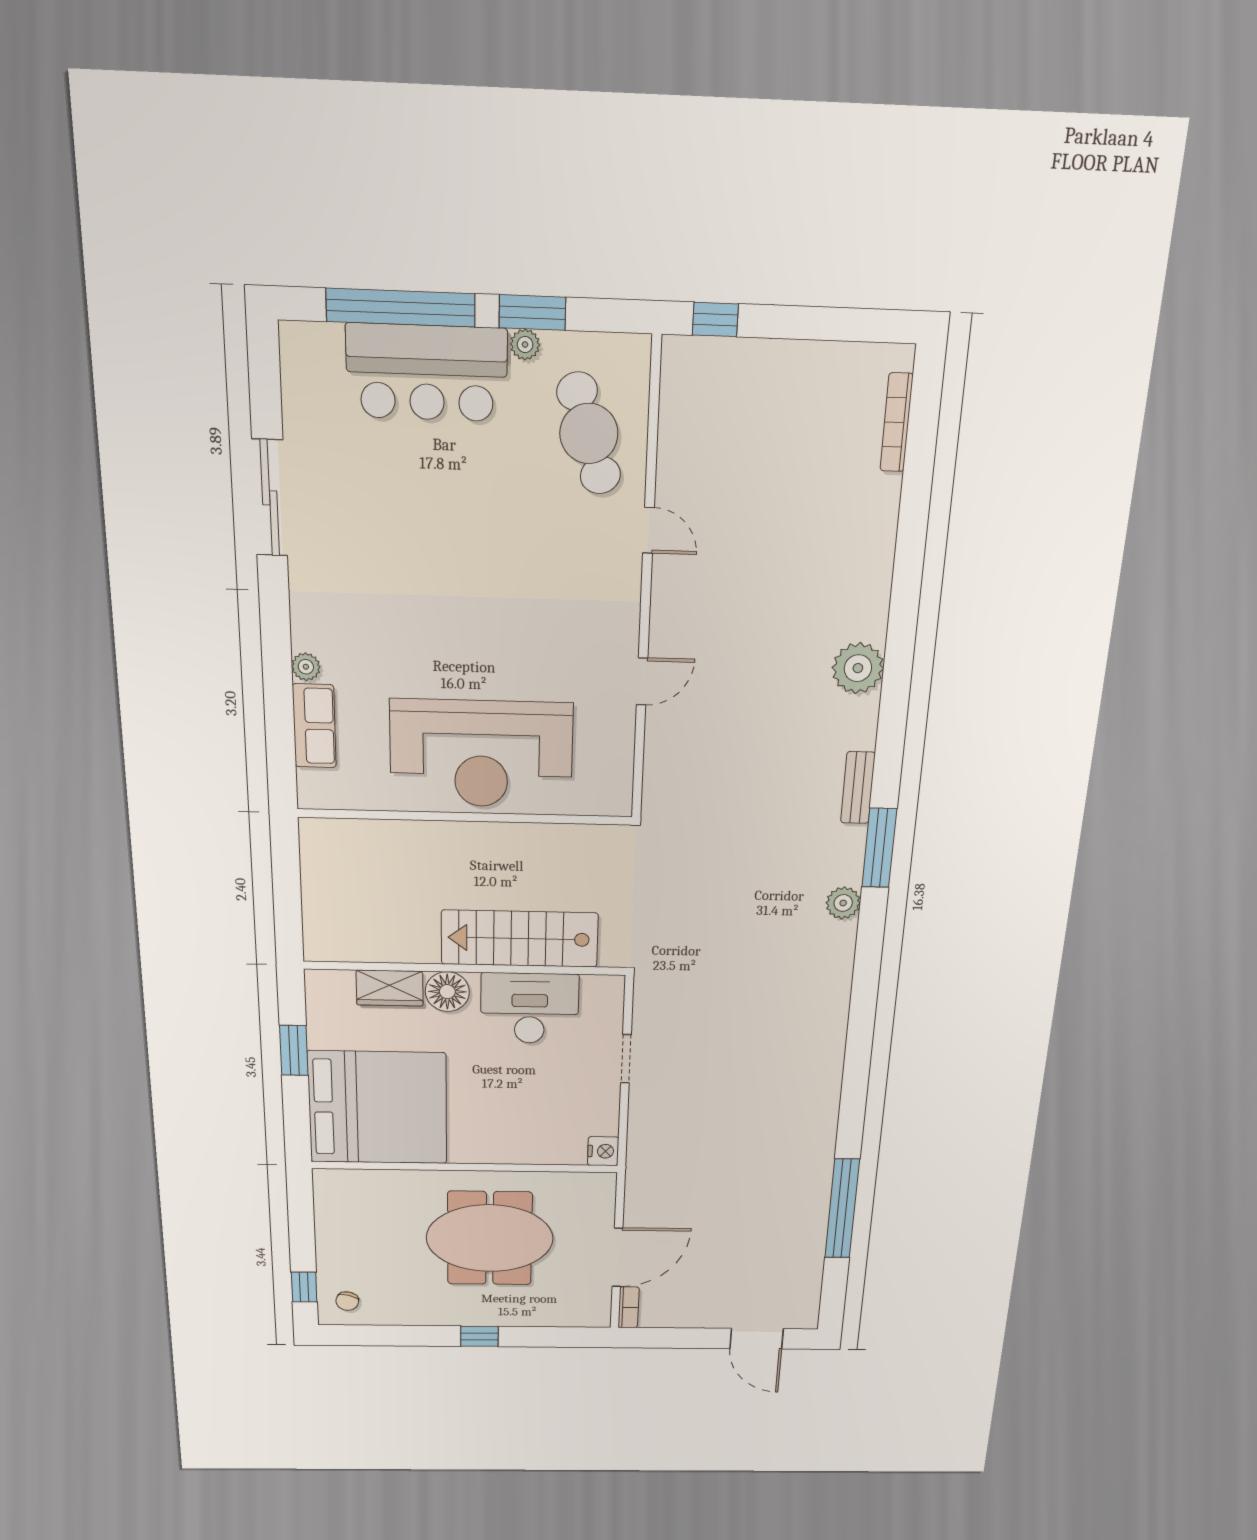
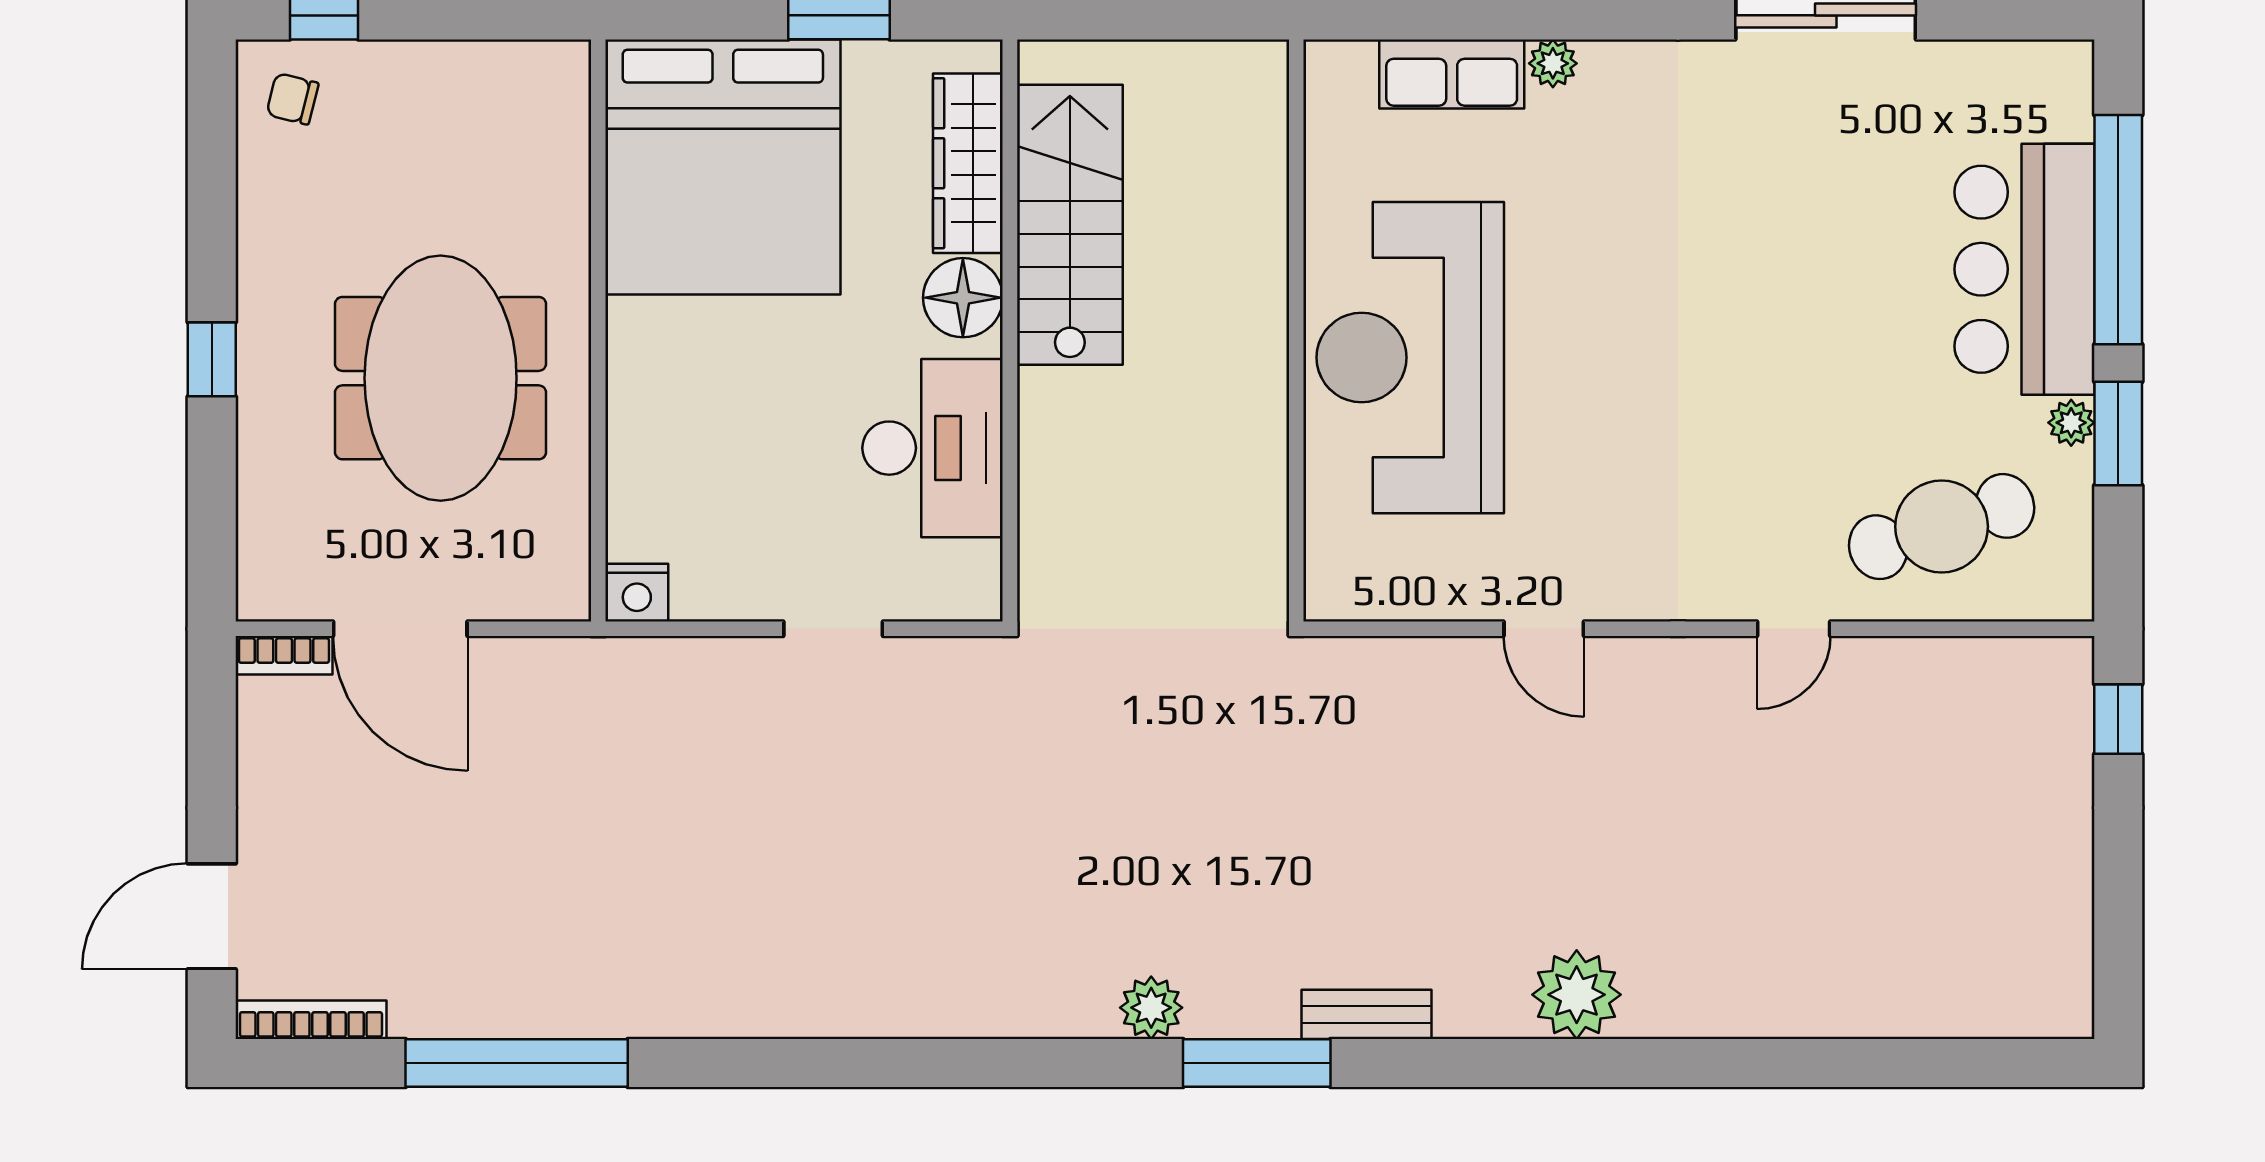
bookcase: (896, 422) -> (311, 1020), moved
stairs: (520, 939) -> (1070, 225), moved
wardrobe: (390, 988) -> (968, 163), width x1.50

